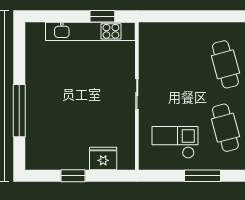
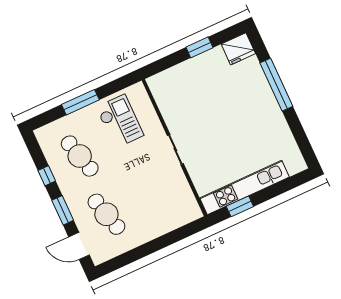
checkout: (175, 142) -> (120, 121), turned -90
fridge: (103, 158) -> (238, 49), moved

